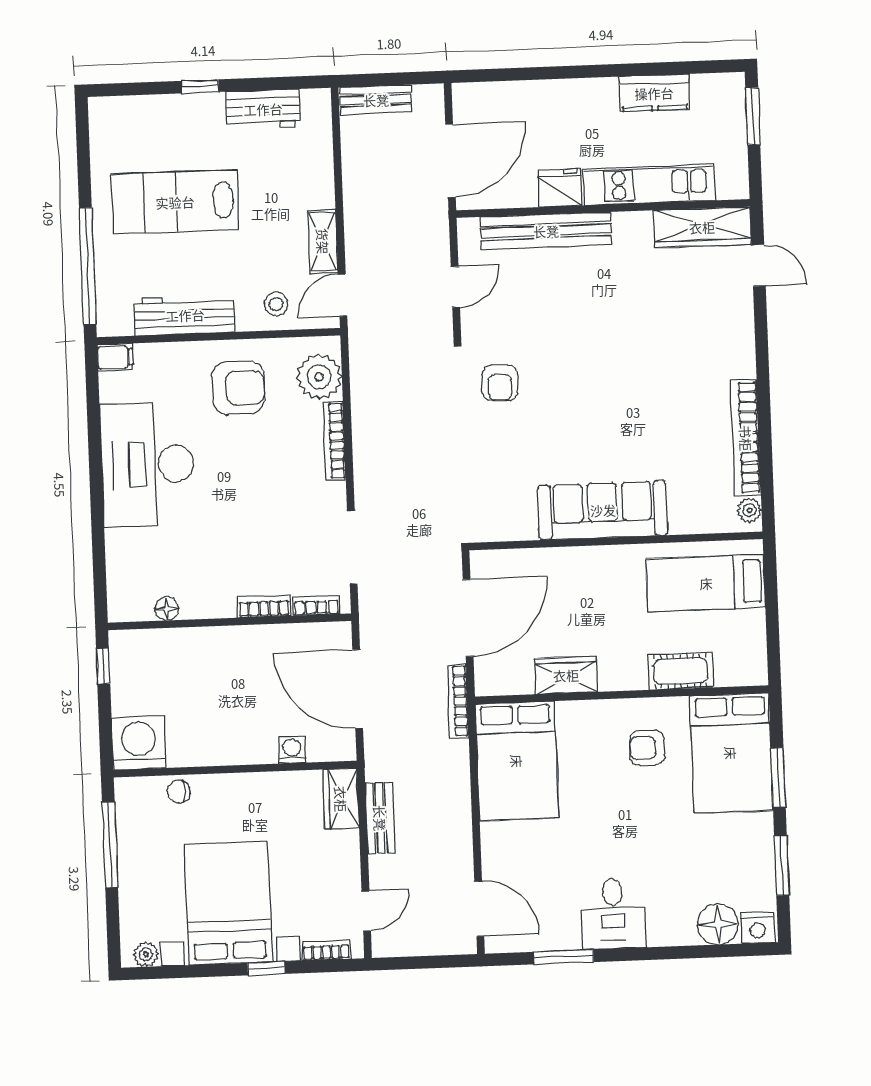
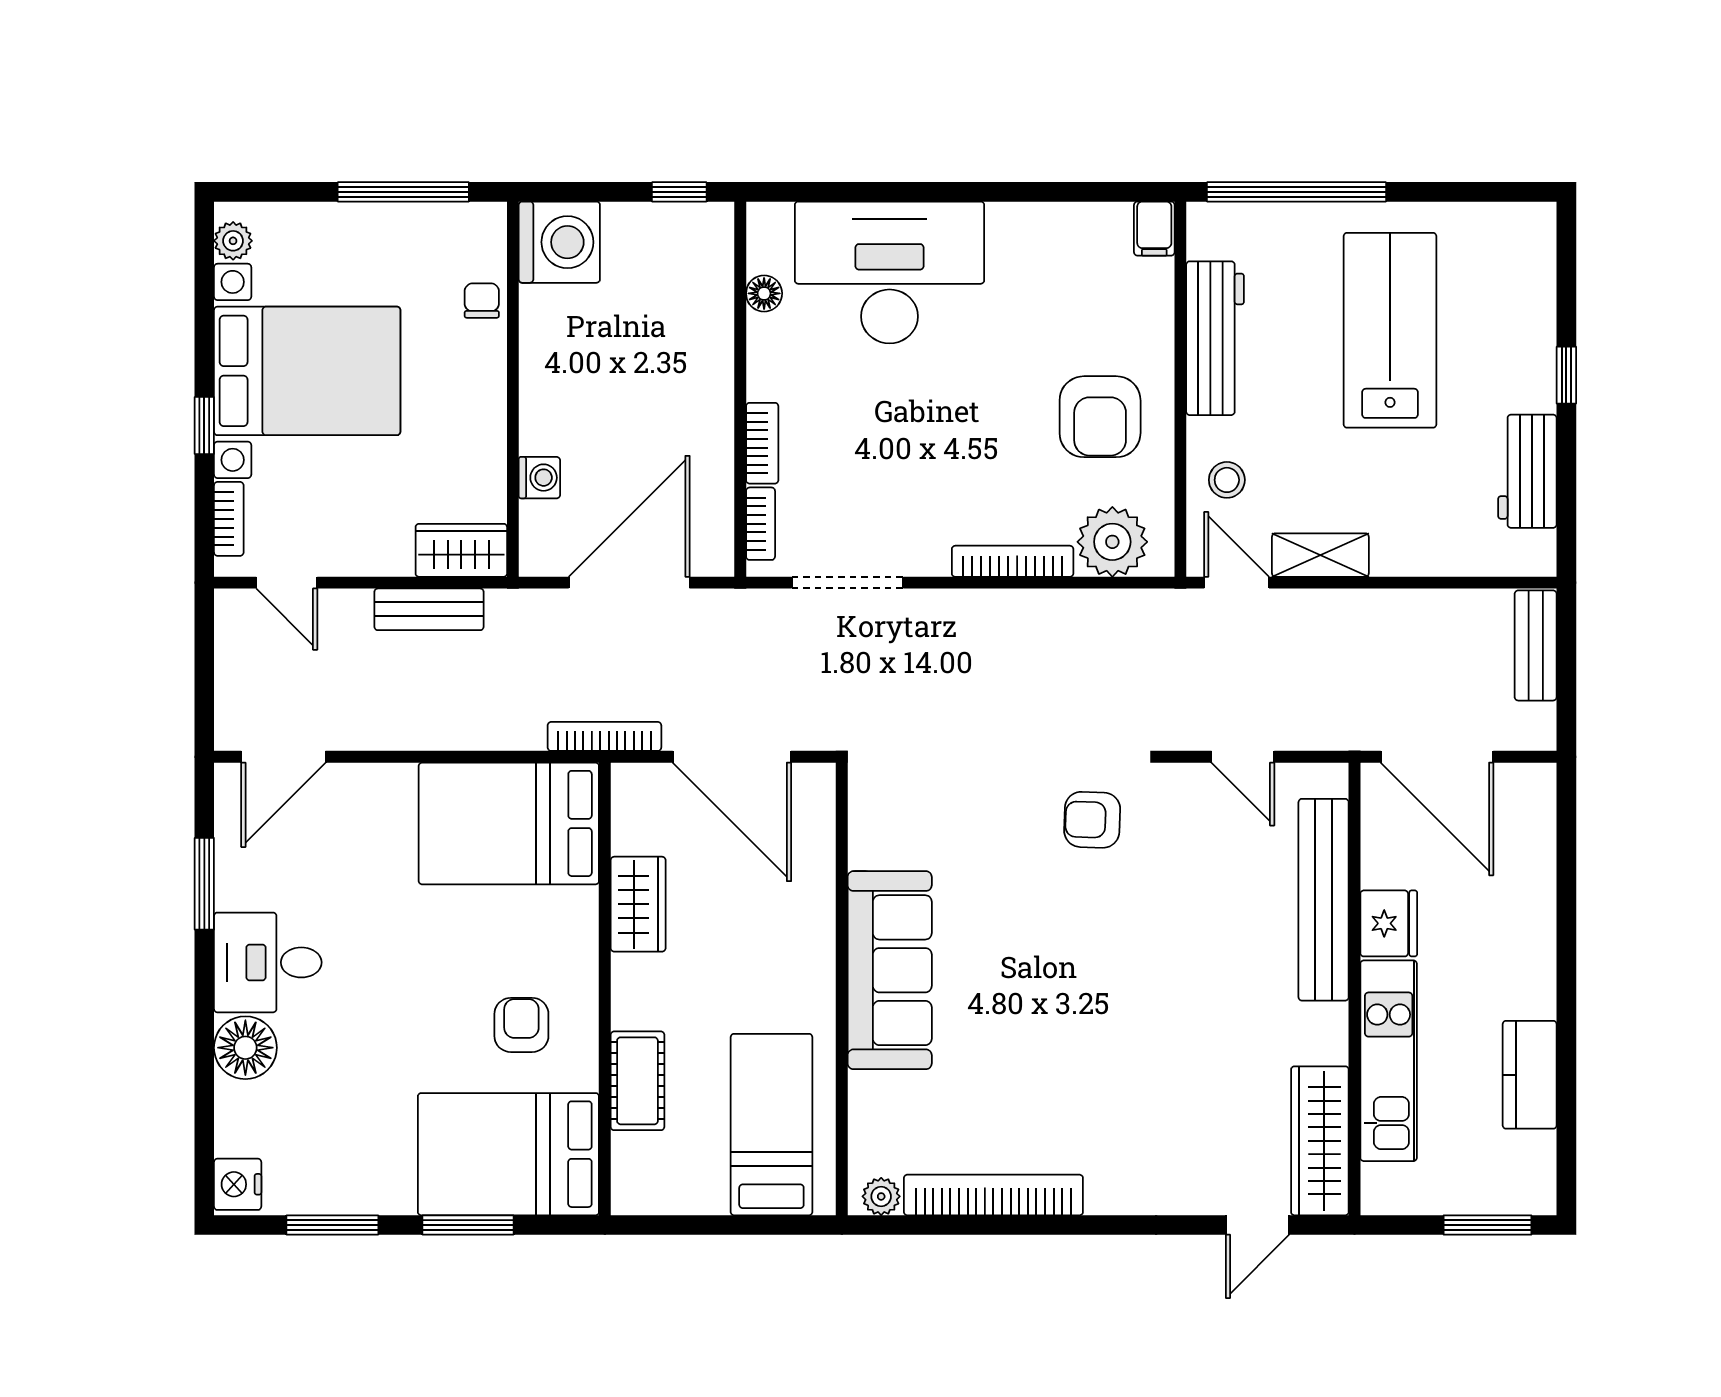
desk: (148, 464) -> (889, 272), moved
floor lamp: (718, 924) -> (245, 1048), moved

